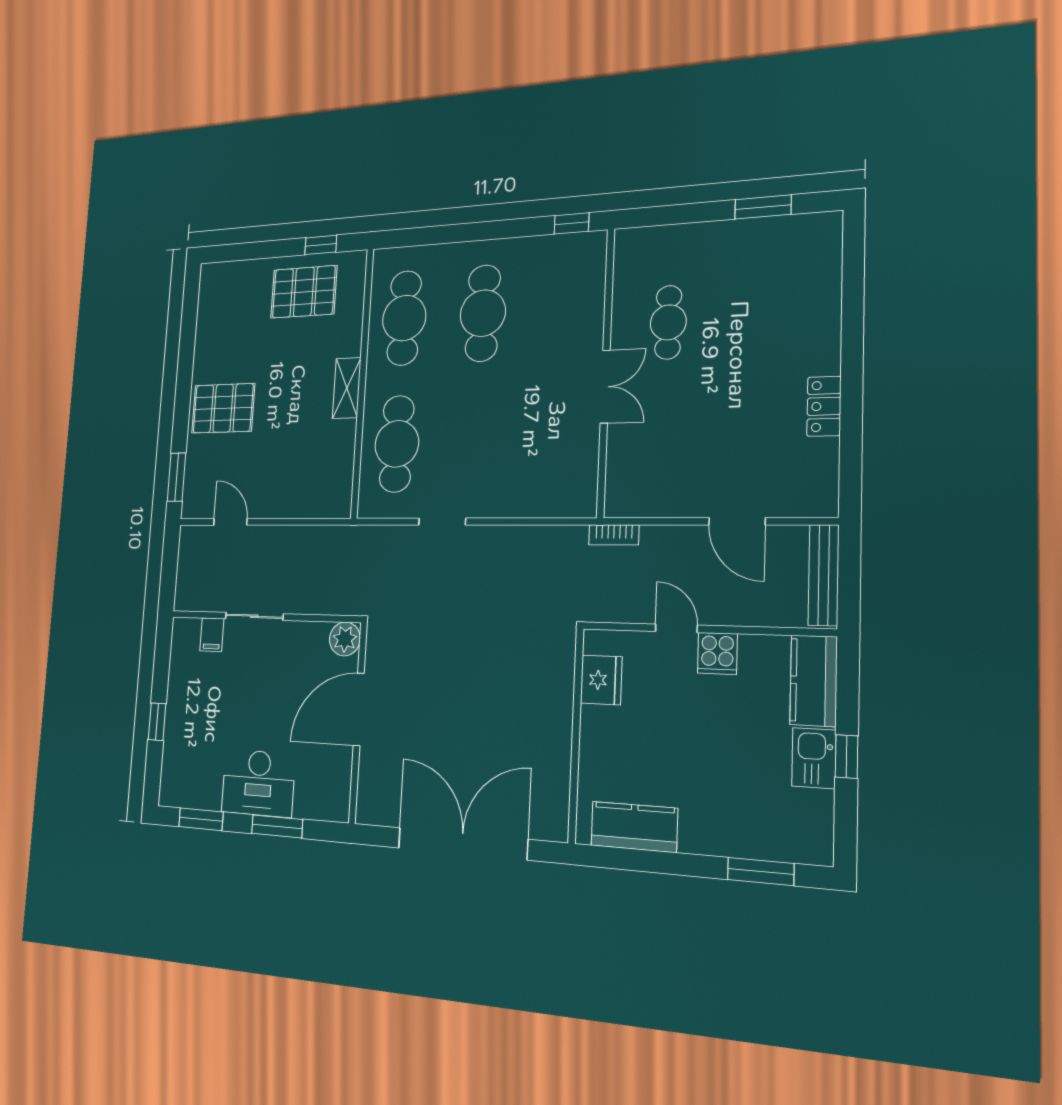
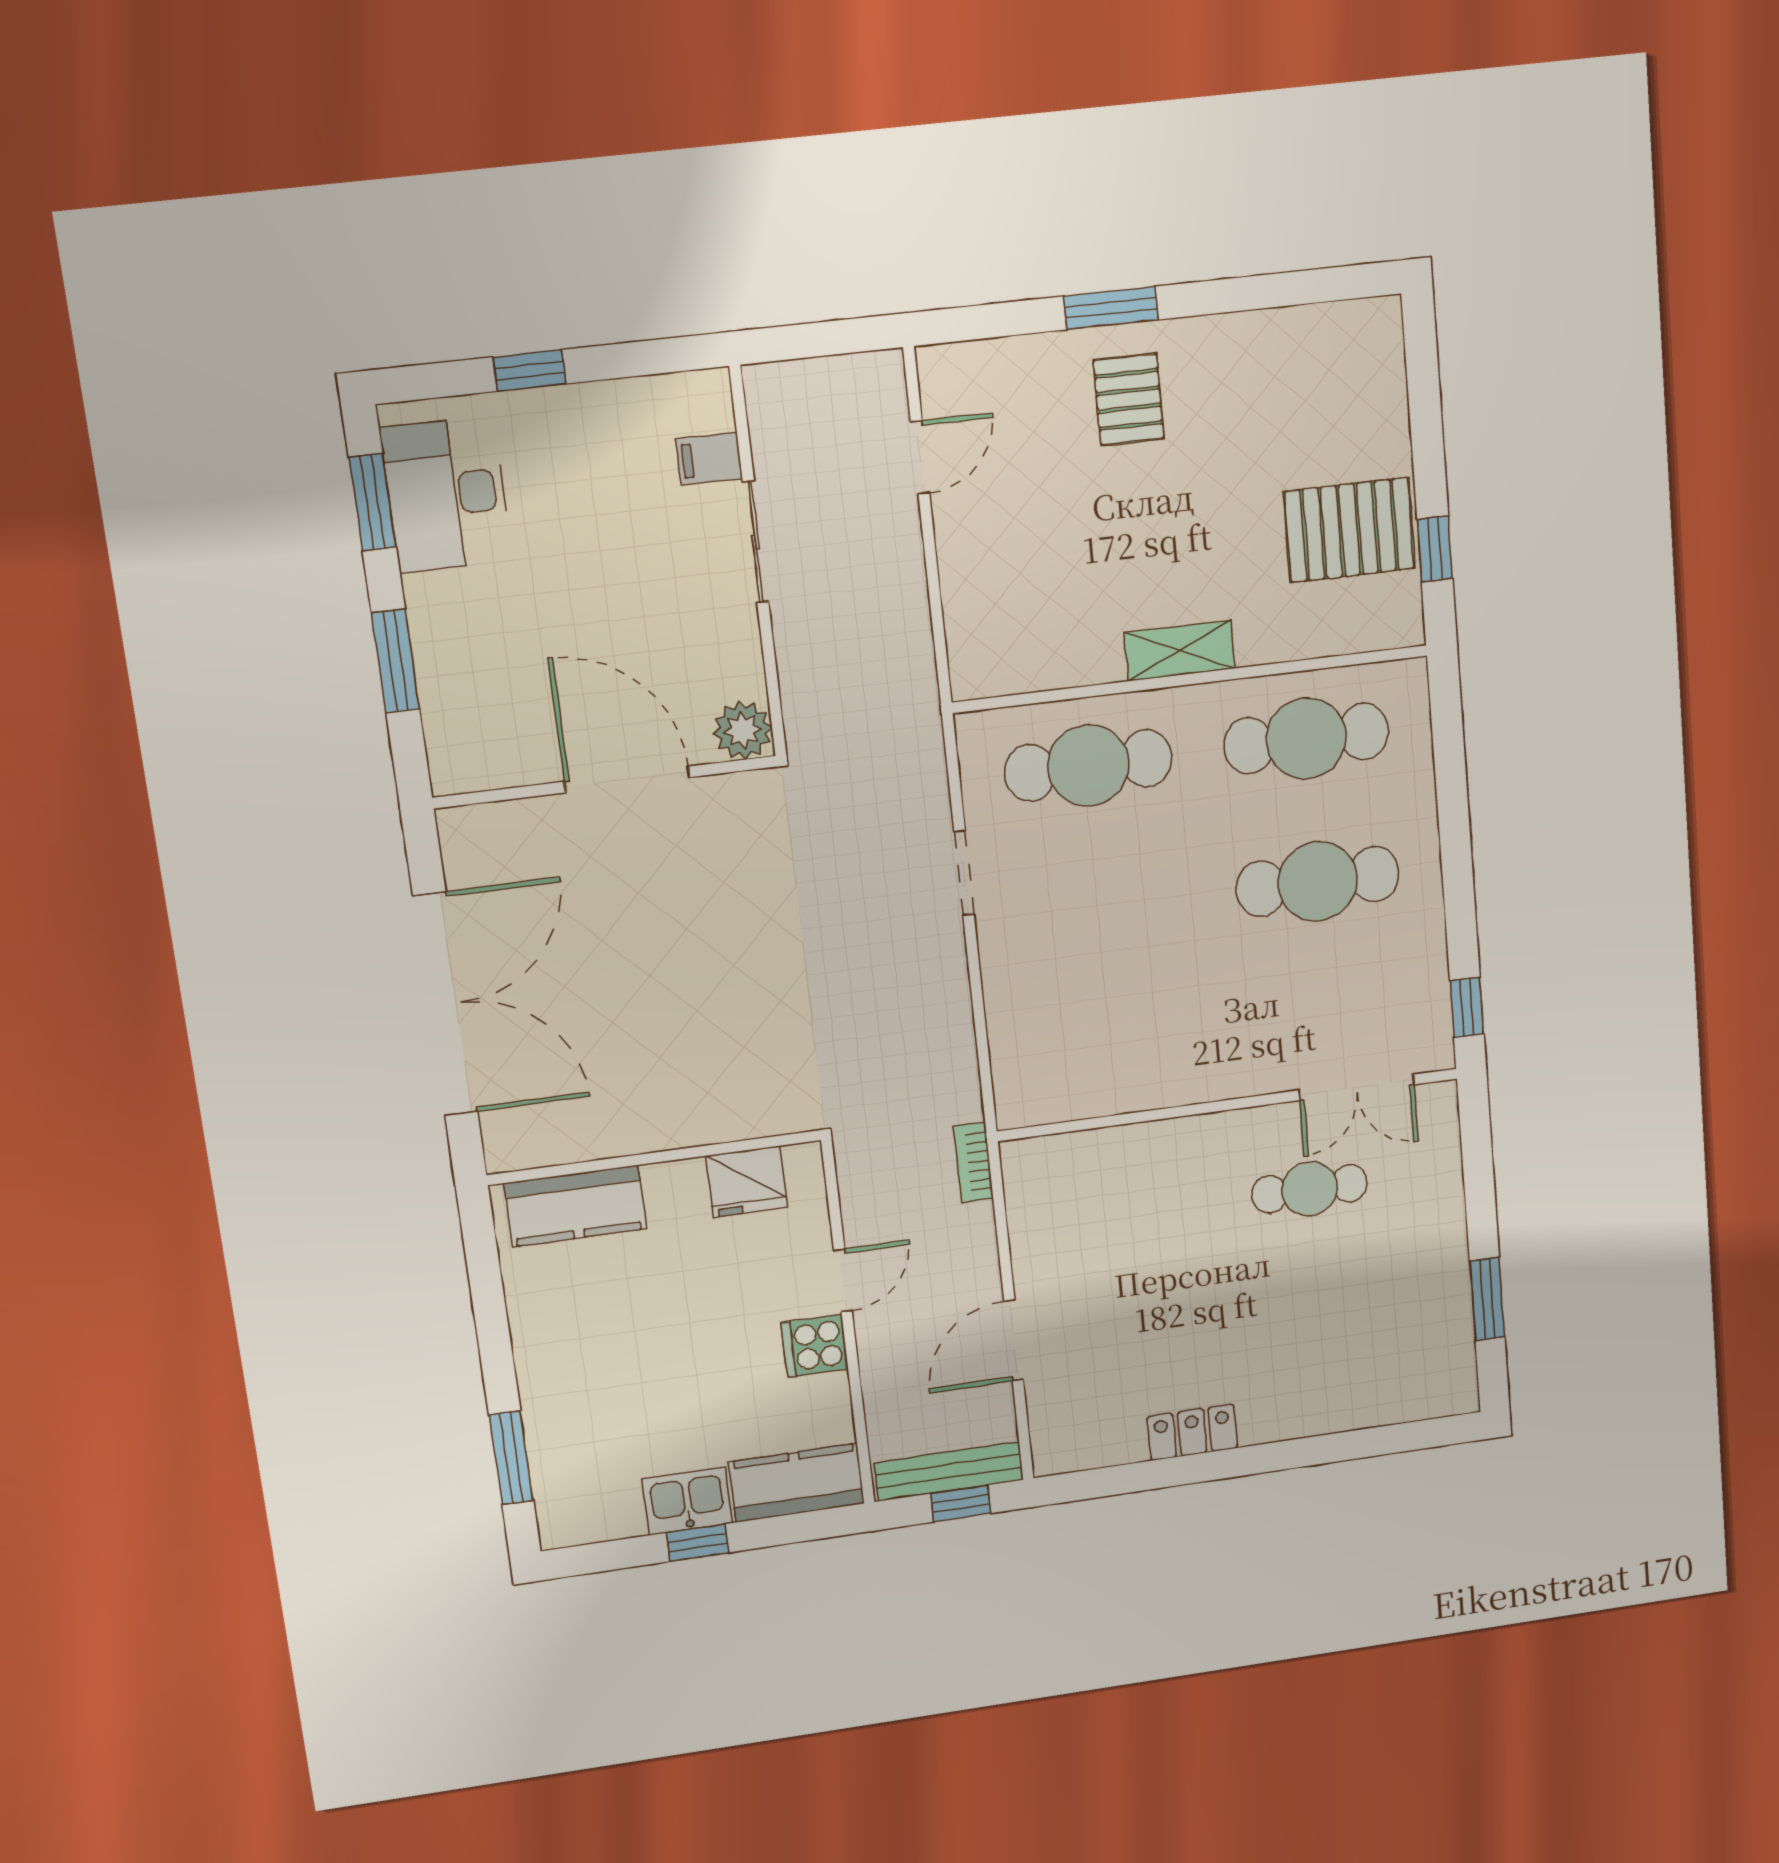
pallet: (304, 292) -> (1349, 530), turned 90
double door: (605, 387) -> (1356, 1087), moved
pallet: (223, 408) -> (1129, 399), width x0.67, depth x0.71
window: (176, 477) -> (1111, 308), moved
window: (849, 570) -> (961, 1503), added
desk: (258, 783) -> (446, 495), moved
kitchen counter: (634, 827) -> (575, 1206), moved, turned 90

